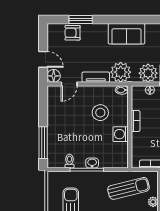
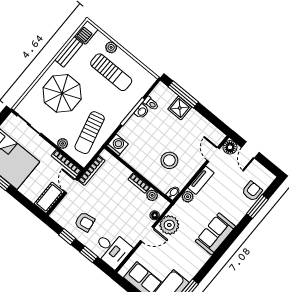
door: (43, 59) -> (250, 150), hinge flipped
plant: (121, 72) -> (188, 197), width x0.53, depth x0.53
plant: (137, 104) -> (152, 195), added
washing machine: (121, 134) -> (117, 145), moved
shower: (55, 137) -> (180, 108), added
washbasin: (92, 163) -> (142, 111), moved

